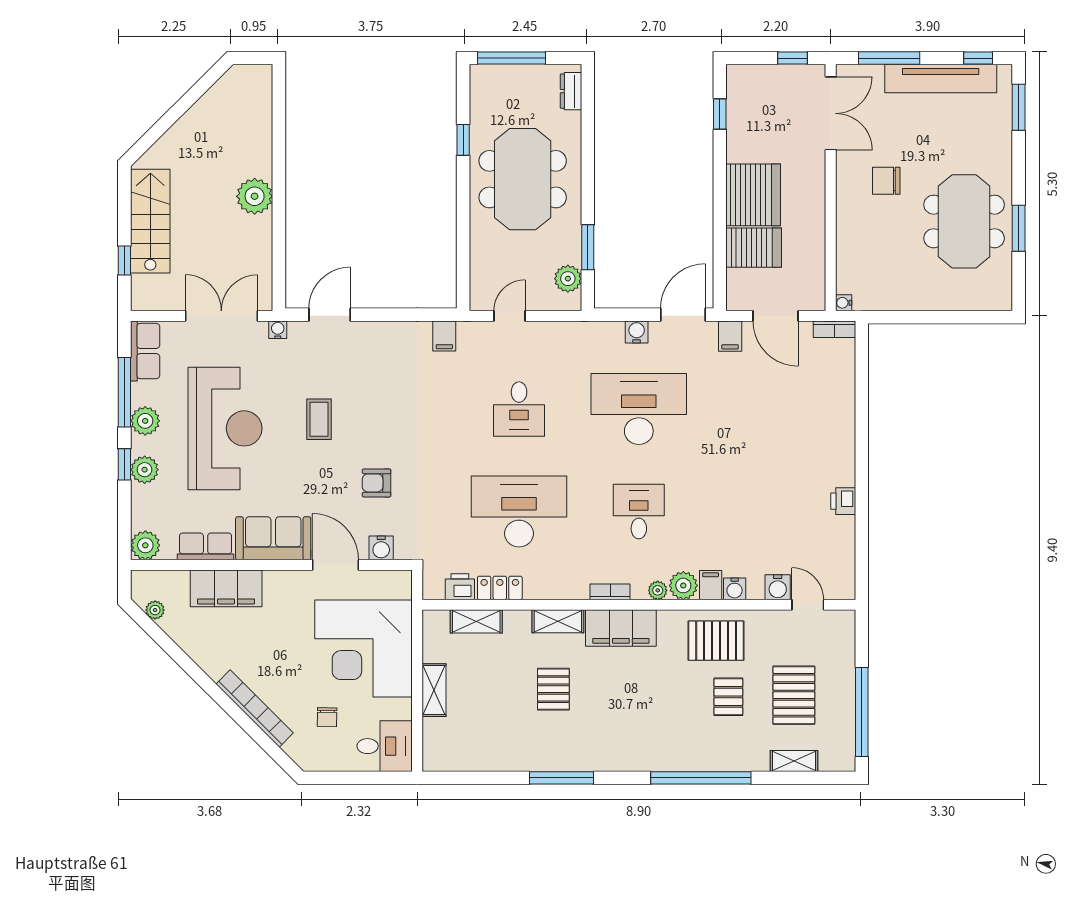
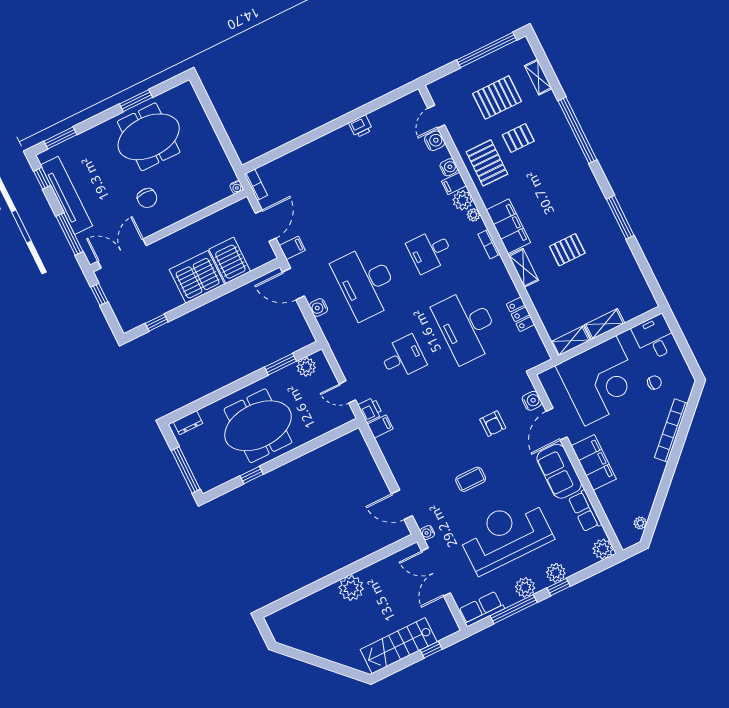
printer: (460, 587) -> (370, 410), moved, turned 180
filing cabinet: (226, 588) -> (594, 462), moved
shelving: (476, 621) -> (571, 341), moved, turned 90

